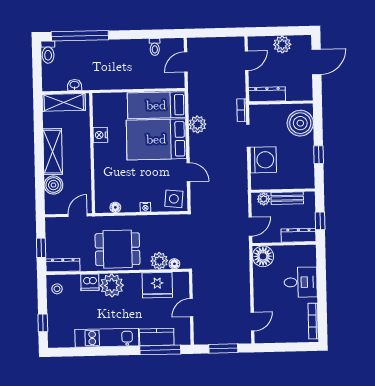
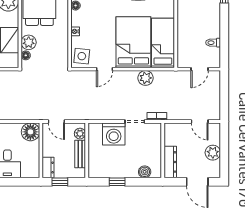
door: (186, 62) -> (200, 69), swing flipped
dresser: (267, 94) -> (170, 162), moved
boiler: (300, 123) -> (145, 172), width x0.54, depth x0.54
dresser: (299, 235) -> (48, 167), width x0.70

